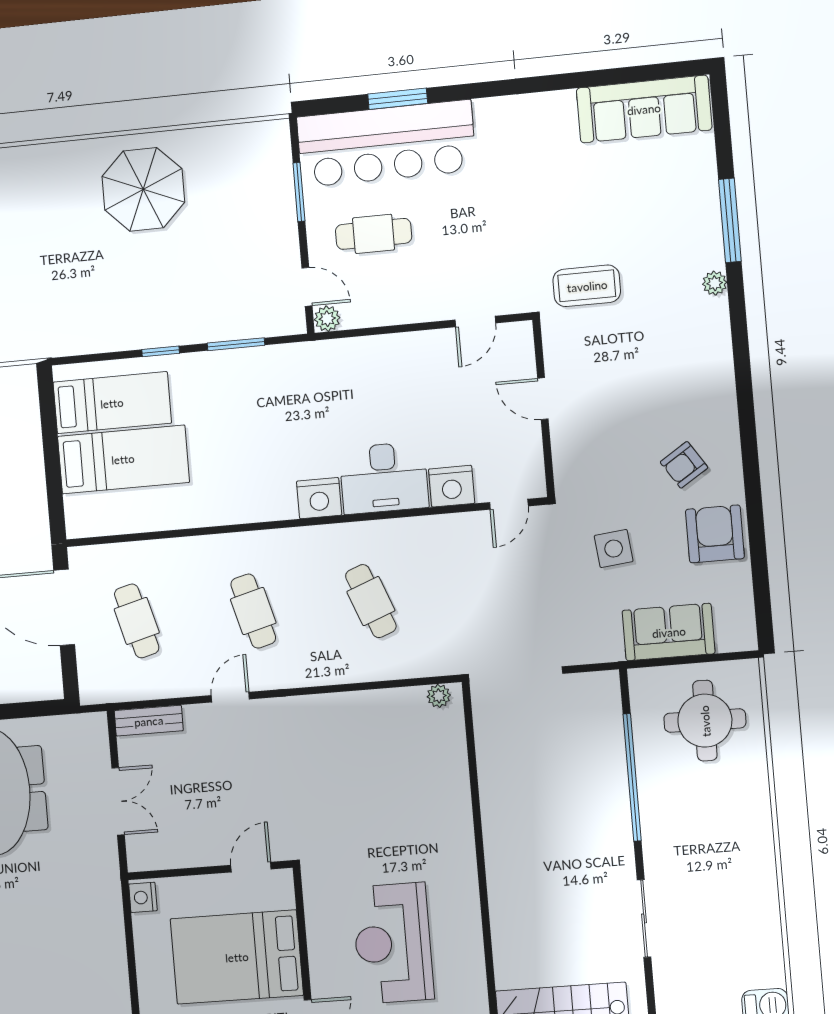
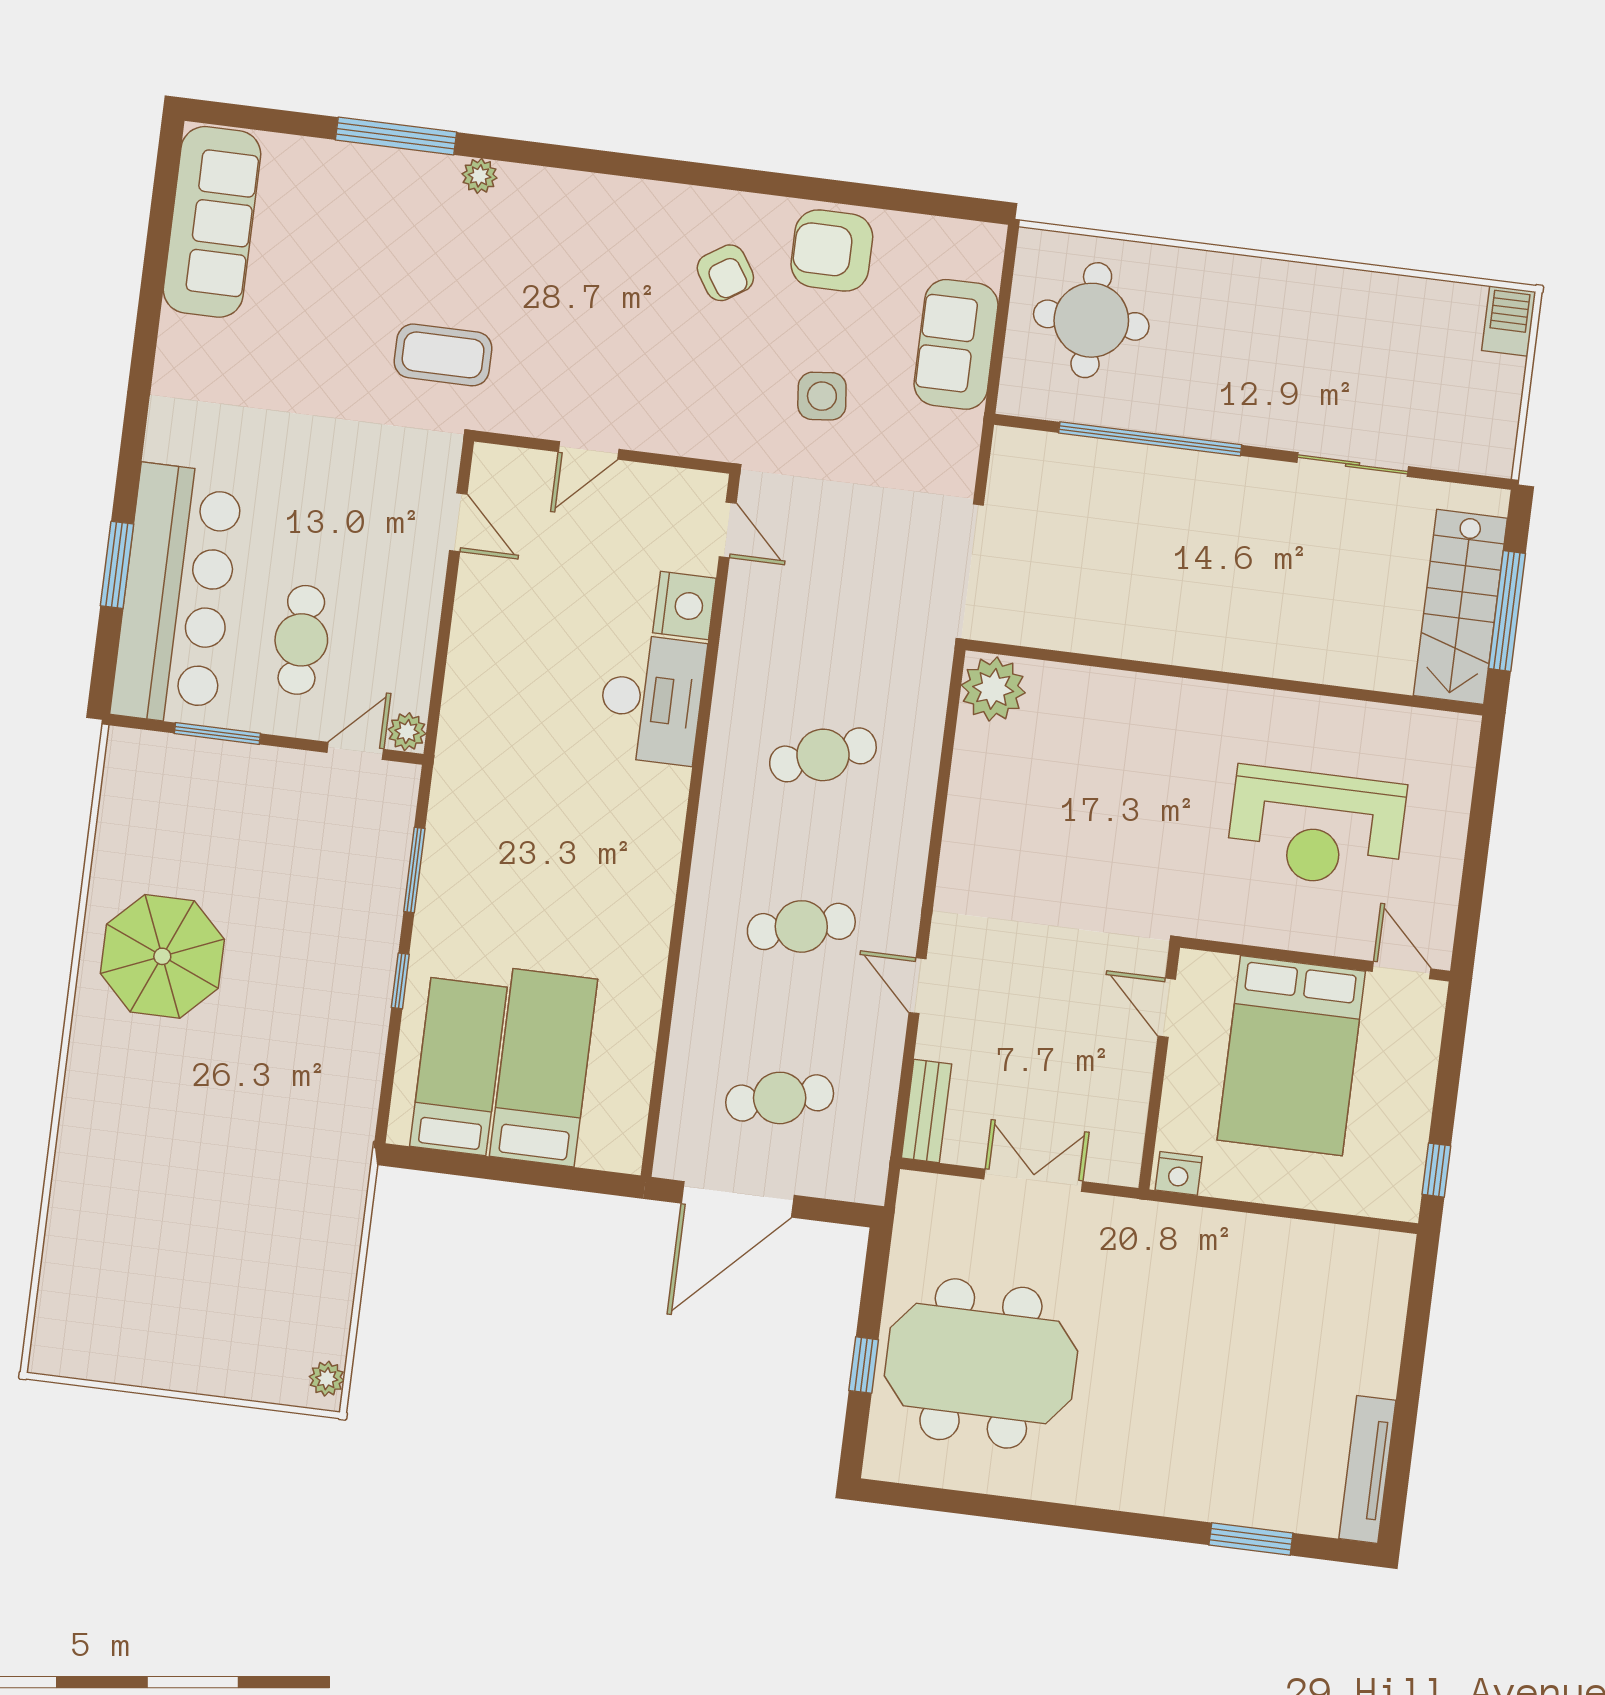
coffee table: (587, 286) -> (443, 355), turned 90
nightstand: (319, 498) -> (660, 798), removed
plant: (439, 696) -> (993, 689), width x1.88, depth x1.88

